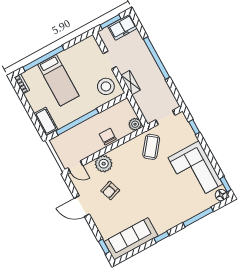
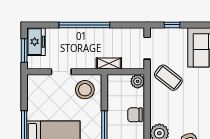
shelving: (131, 83) -> (109, 63), moved

